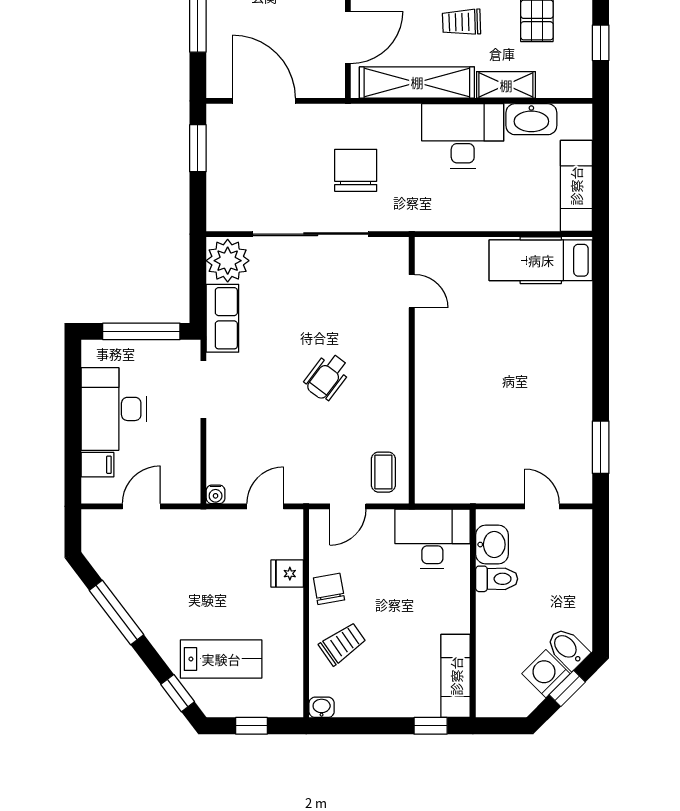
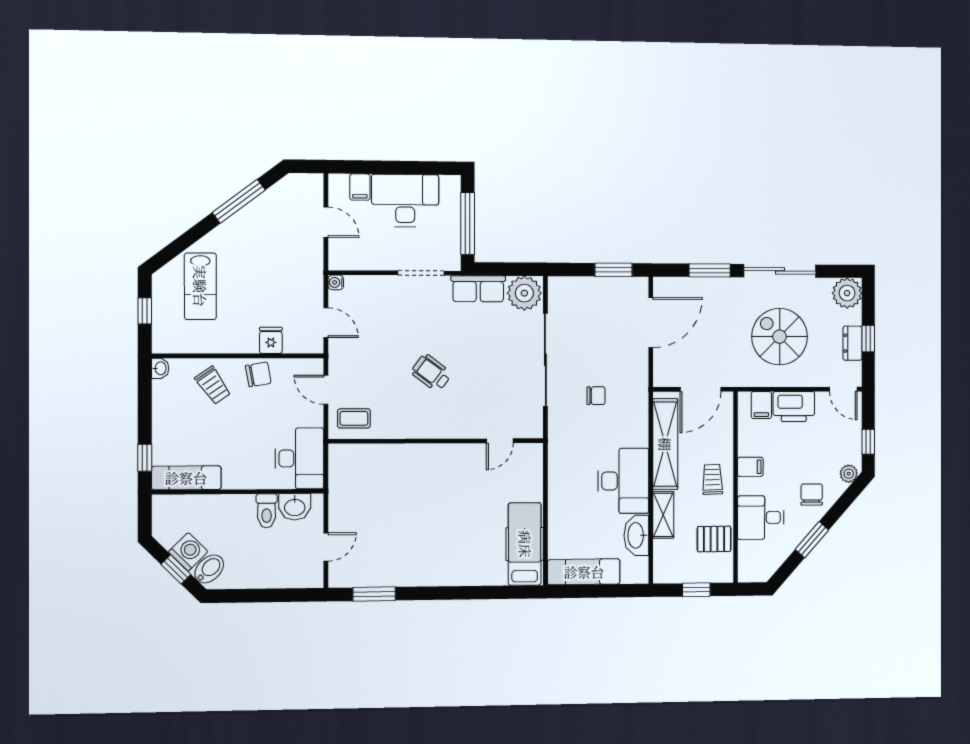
door: (348, 37) -> (700, 389), hinge flipped
chair: (356, 170) -> (596, 396), width x0.54, depth x0.54
window: (178, 693) -> (172, 251), removed

